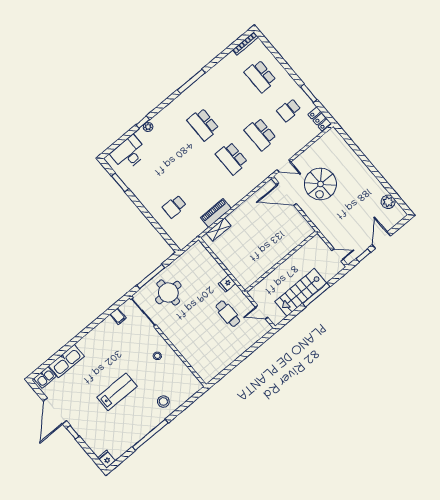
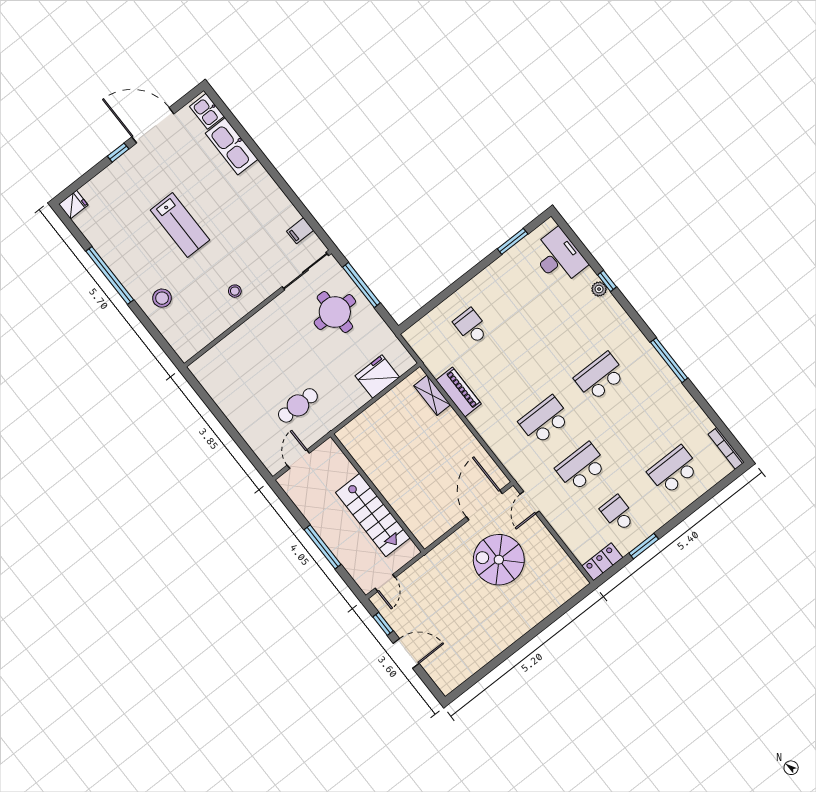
plant: (388, 202) -> (467, 666), removed
fridge: (227, 284) -> (377, 377), moved, width x1.88, depth x1.34
stairs: (301, 292) -> (373, 515), moved, turned 180

